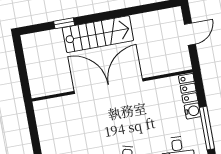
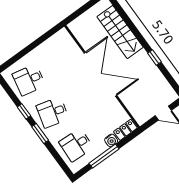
window: (64, 23) -> (154, 57), moved
stairs: (98, 34) -> (120, 32), moved

